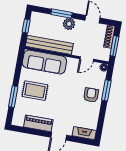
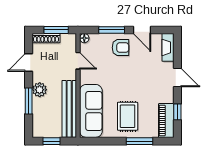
armchair: (91, 95) -> (120, 48), turned 180
door: (102, 115) -> (142, 30), added
piano: (38, 123) -> (166, 121), moved
window: (31, 131) -> (177, 112), added

